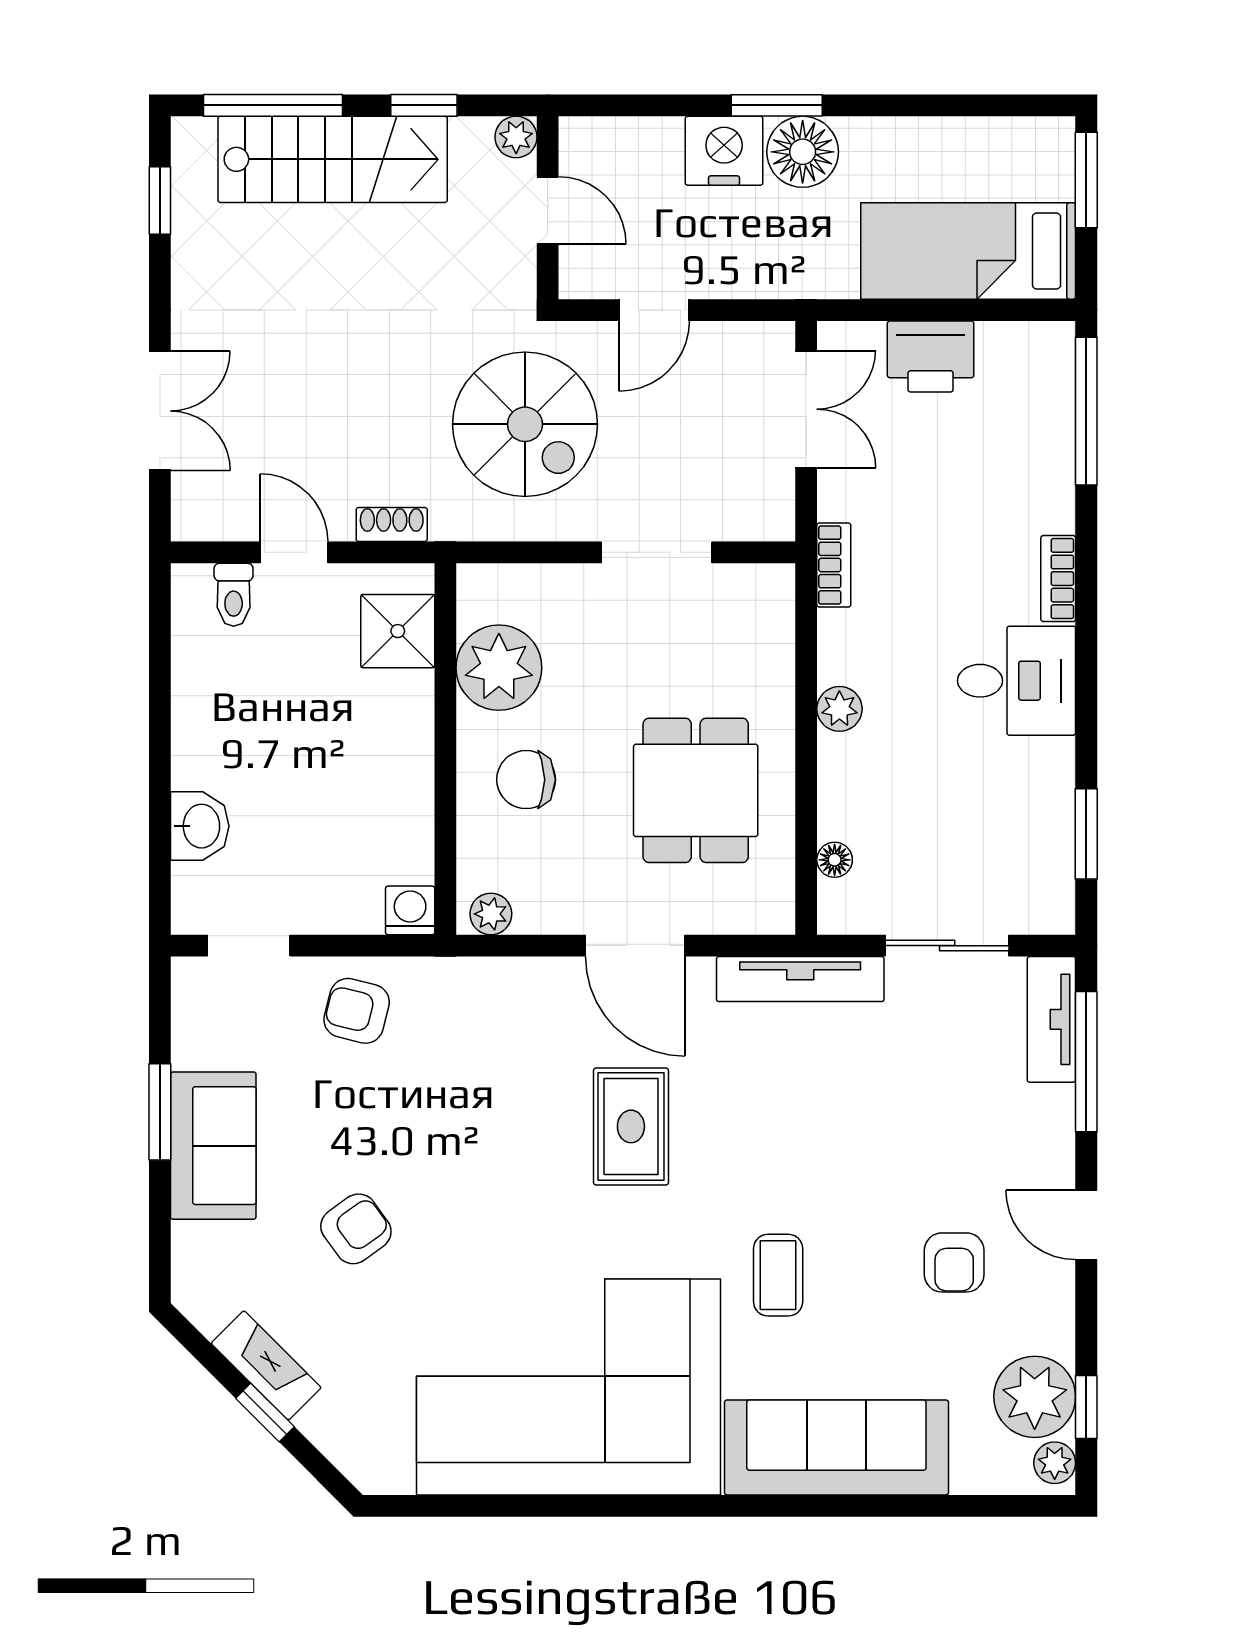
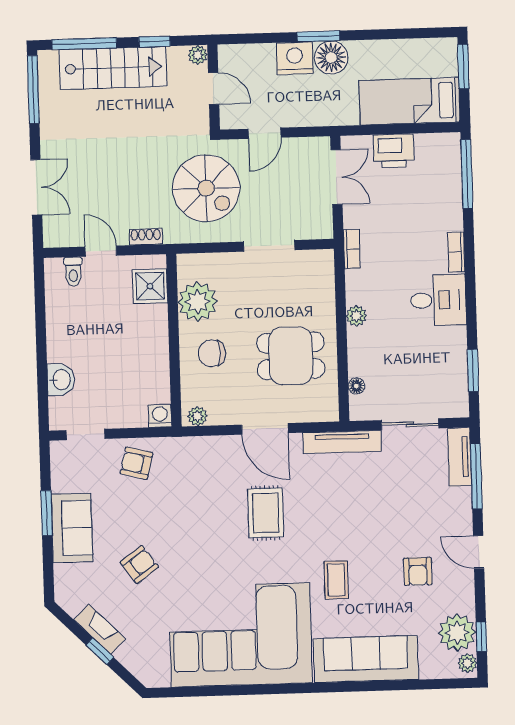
window: (160, 200) -> (33, 90), width x2.17
dining table: (696, 790) -> (291, 356), turned 90

